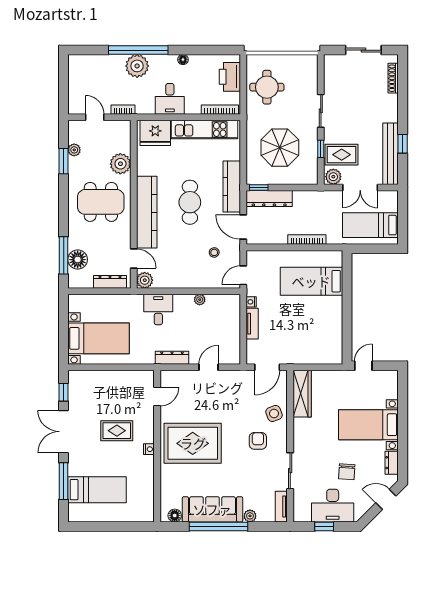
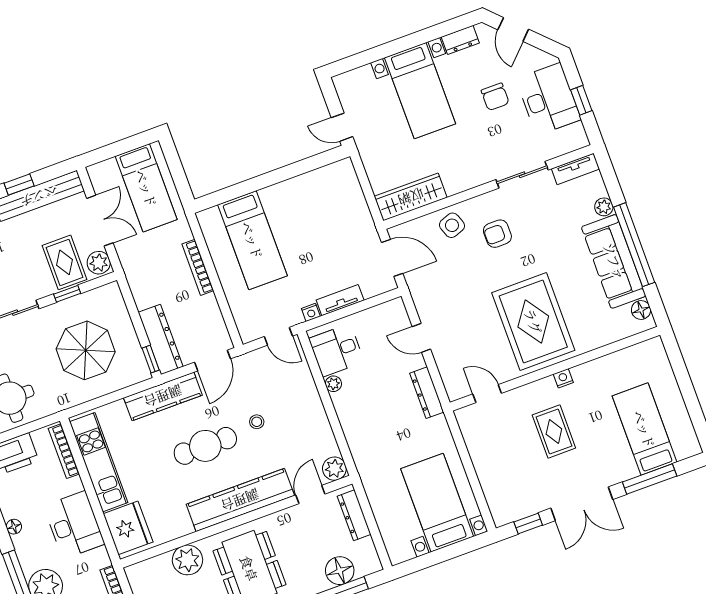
desk: (170, 99) -> (74, 525), width x1.37
stool: (214, 252) -> (257, 422), moved
desk: (158, 310) -> (337, 350), moved
chair: (347, 472) -> (495, 97), turned 86

